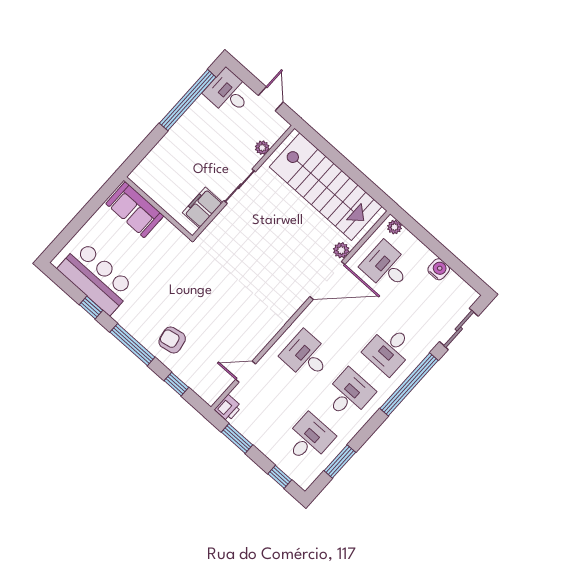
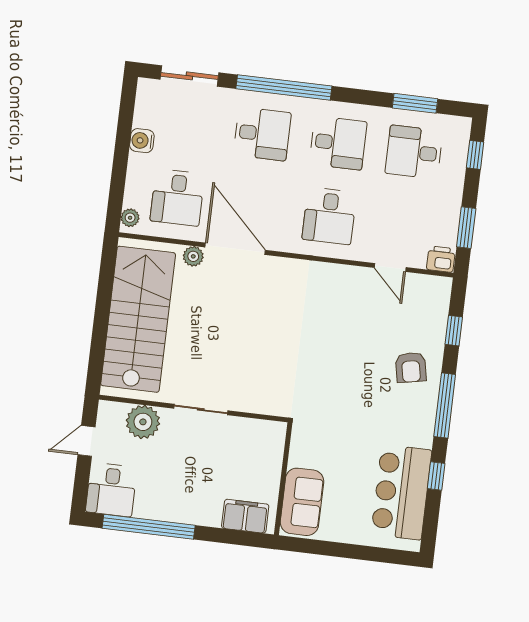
plant: (262, 148) -> (143, 422), width x1.88, depth x1.88
filing cabinet: (202, 208) -> (245, 516), moved, turned 180
desk: (349, 394) -> (338, 143), turned 180

